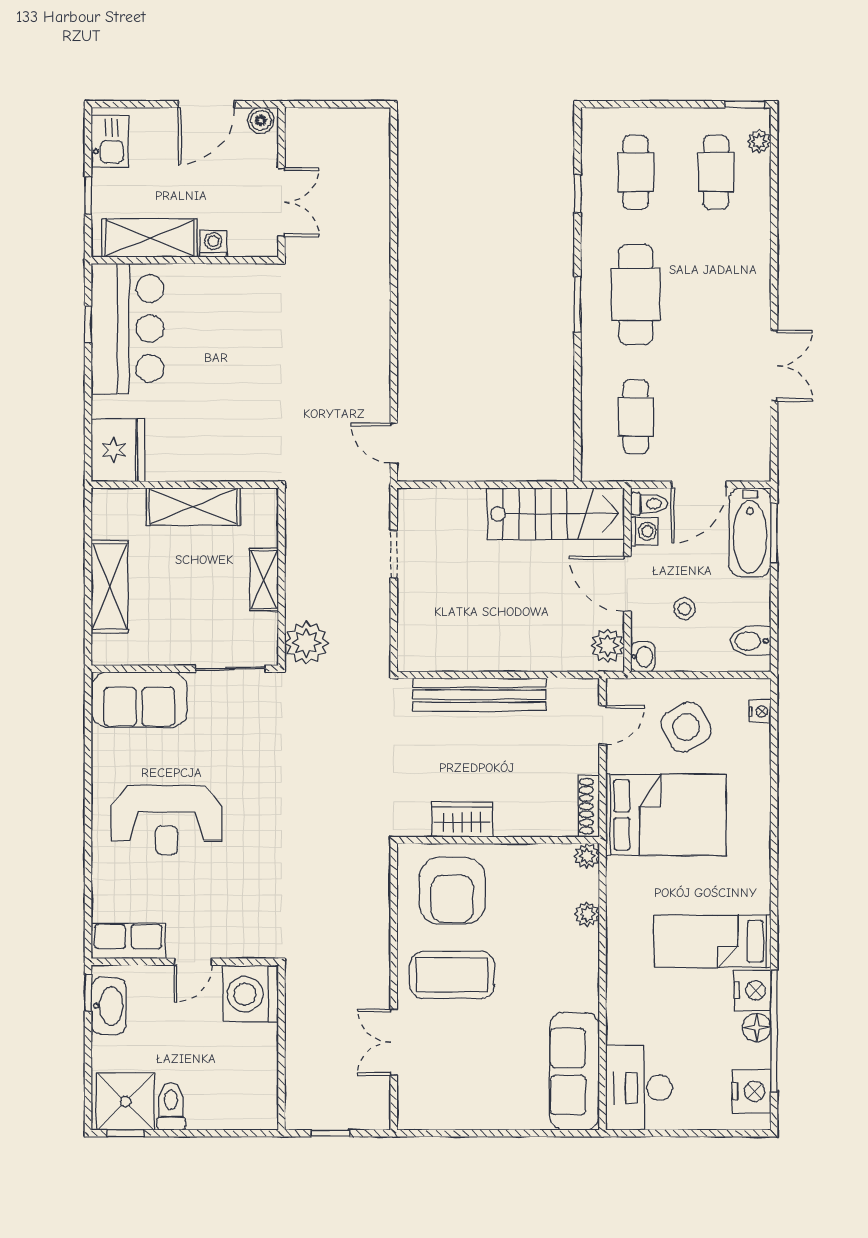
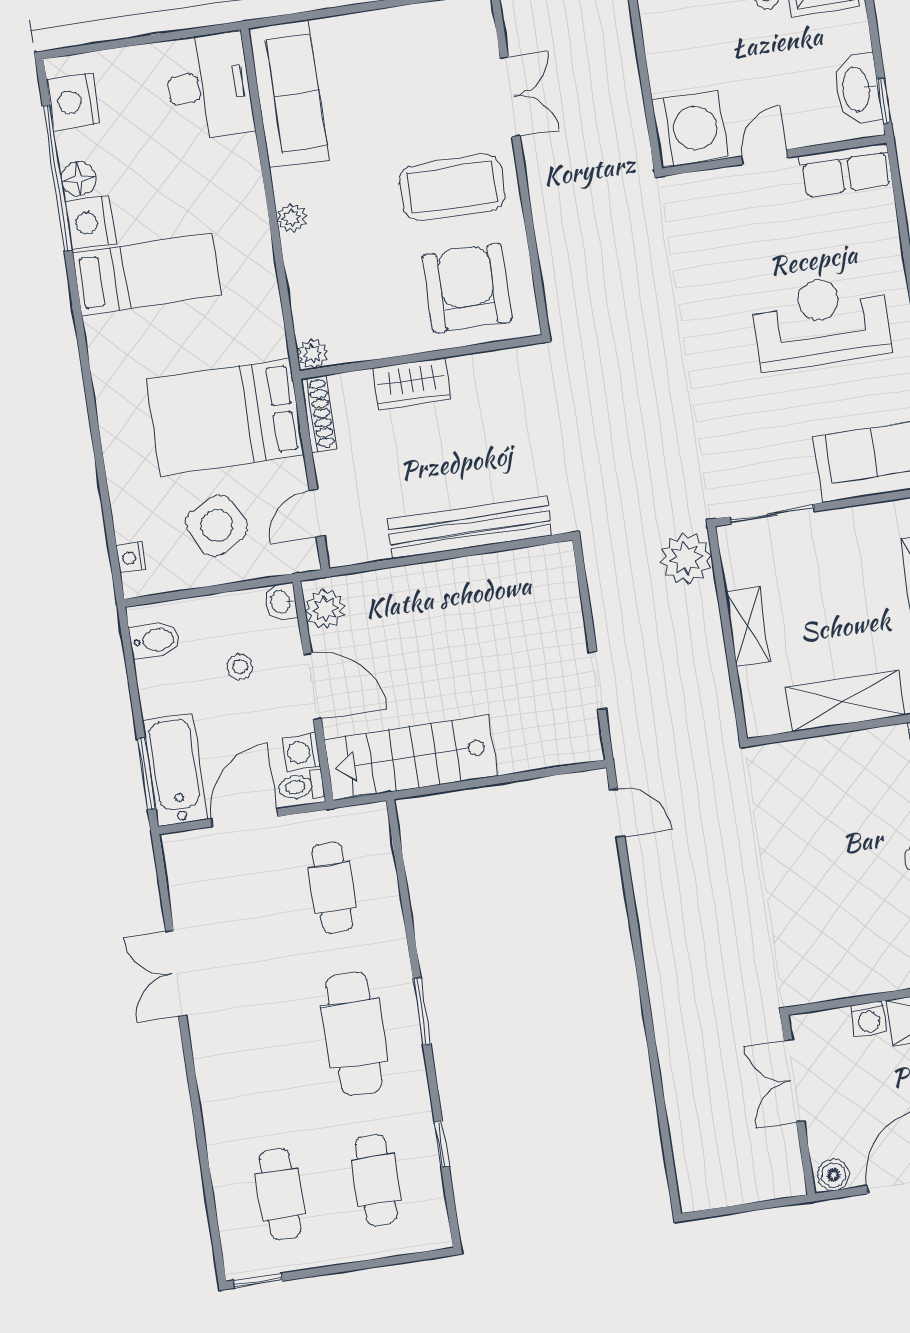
plant: (759, 141) -> (234, 1239), removed
wardrobe: (462, 819) -> (412, 384), moved
plant: (587, 914) -> (292, 218), moved

